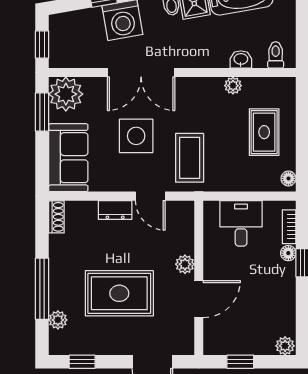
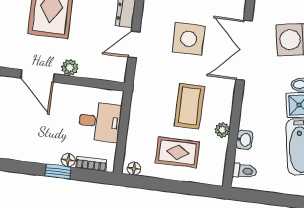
coffee table: (190, 158) -> (189, 106), moved, turned 90

